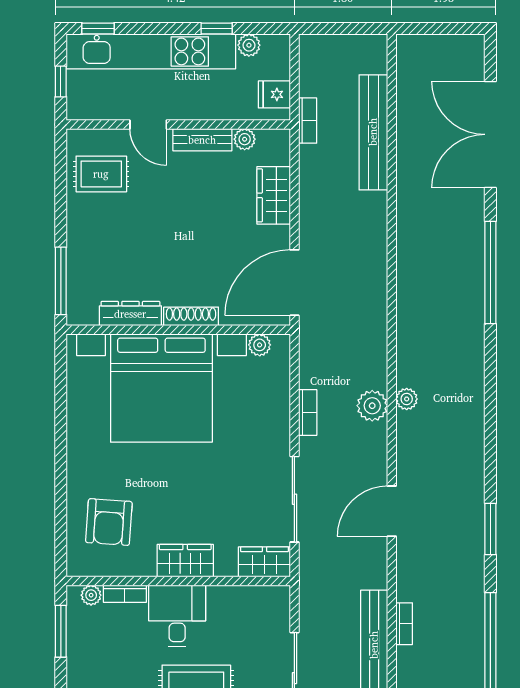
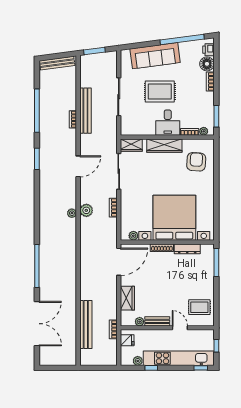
wardrobe: (185, 561) -> (164, 146), width x1.50

